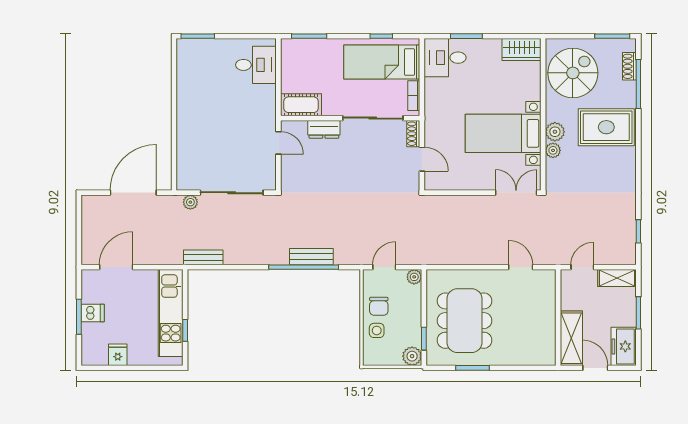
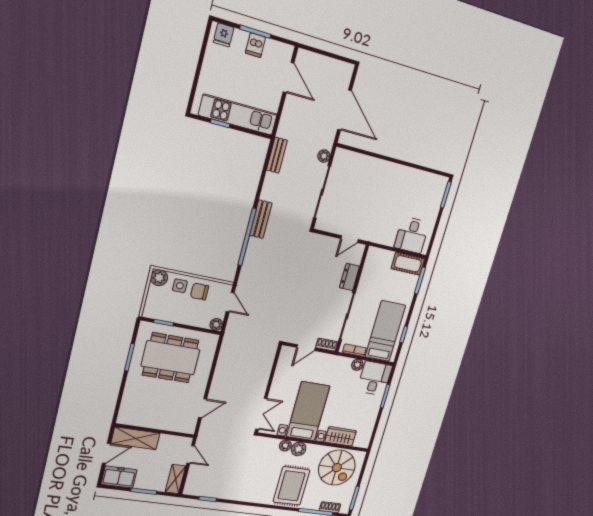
wardrobe: (522, 49) -> (340, 436), moved, turned 90
plant: (432, 86) -> (357, 365), added
cot: (301, 105) -> (408, 264), moved, turned 90
bench: (311, 257) -> (261, 219), moved
fridge: (118, 355) -> (224, 35), moved, turned 90
plant: (412, 356) -> (159, 278), moved

